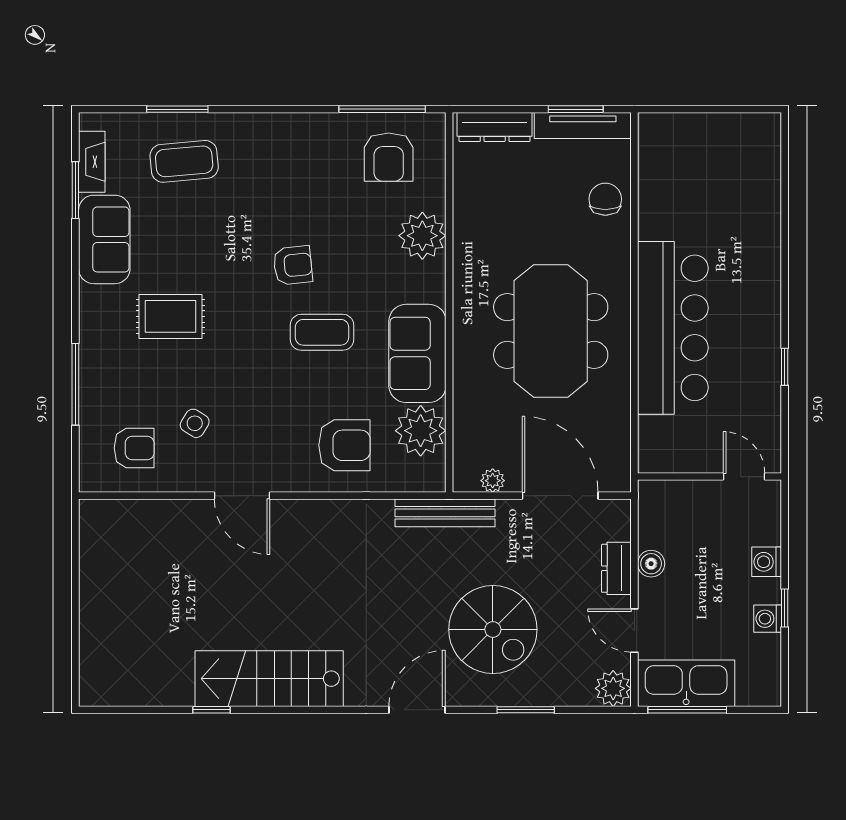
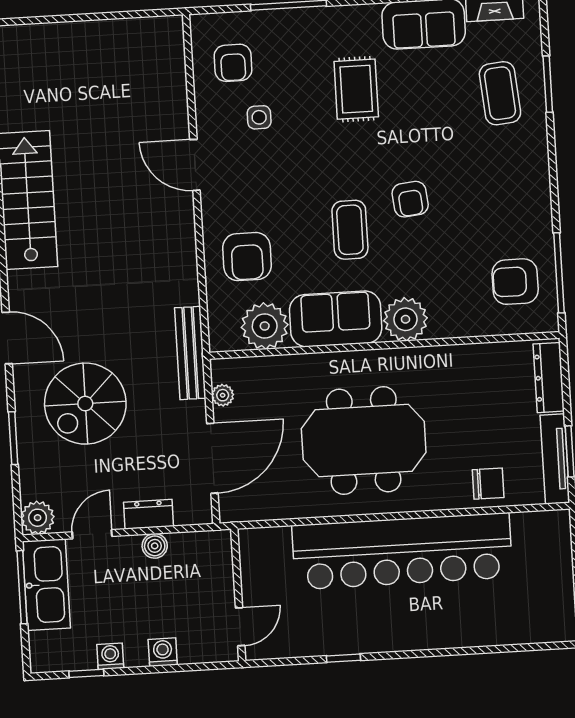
plant: (422, 236) -> (406, 319), moved
bar counter: (673, 328) -> (402, 551), width x1.36
side table: (195, 423) -> (259, 117), turned -32
door: (242, 496) -> (195, 165), hinge flipped
window: (785, 608) -> (86, 673), moved

